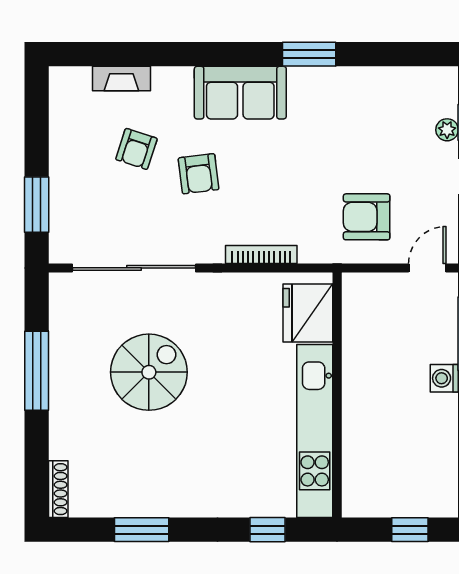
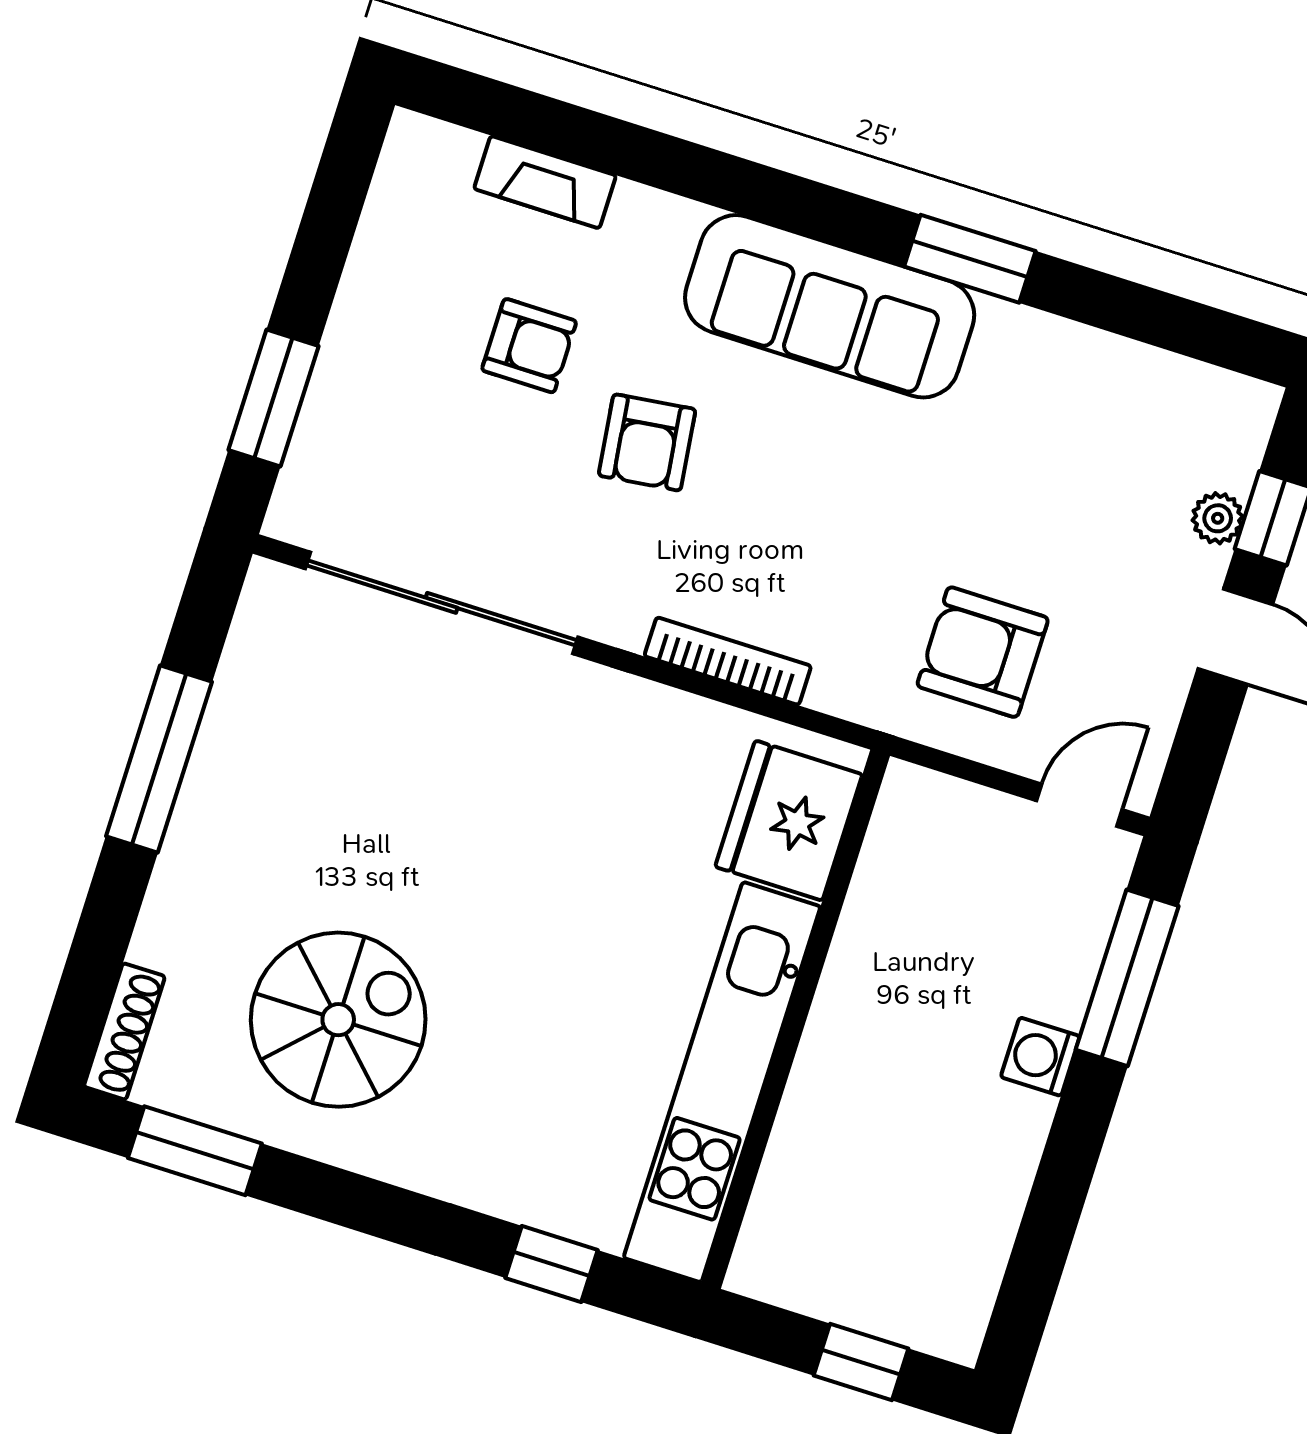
sofa: (240, 93) -> (830, 306), width x1.36
armchair: (136, 149) -> (529, 346), turned -108
spiral stairs: (149, 372) -> (338, 1020), moved
window: (142, 530) -> (195, 1151), moved

